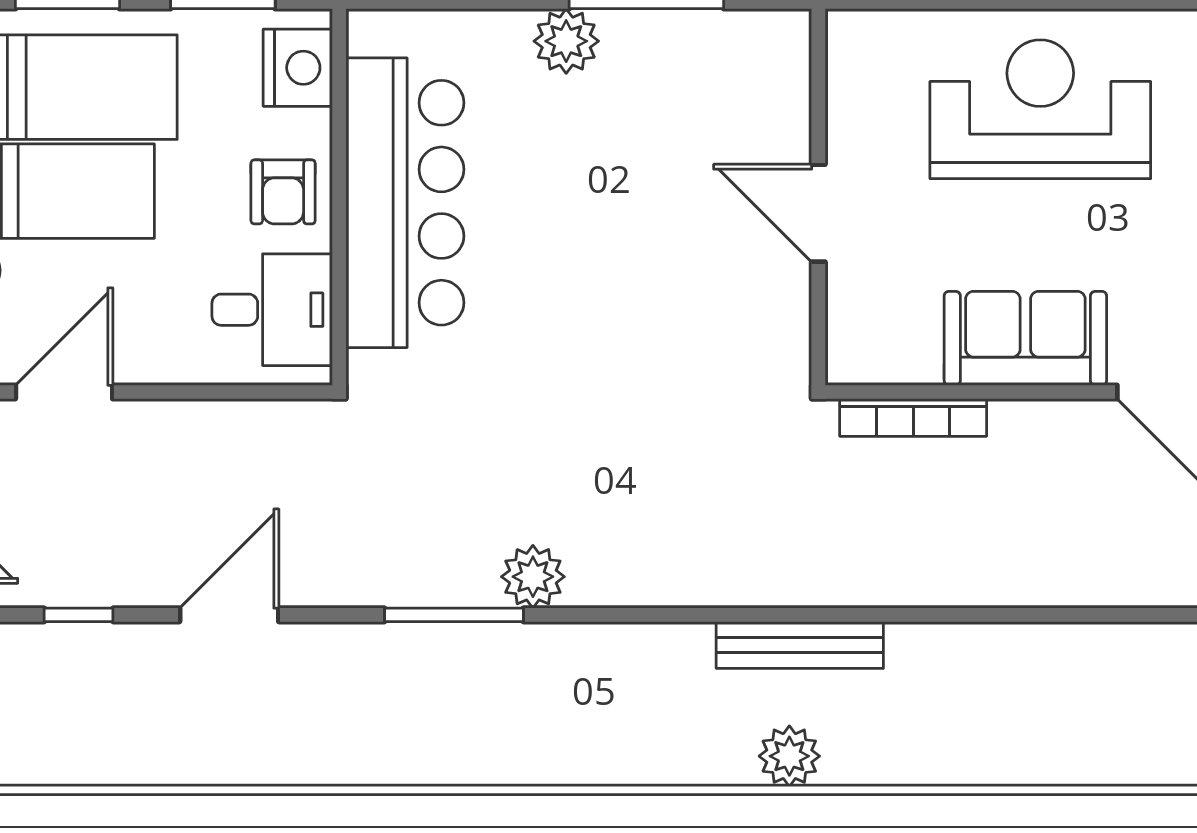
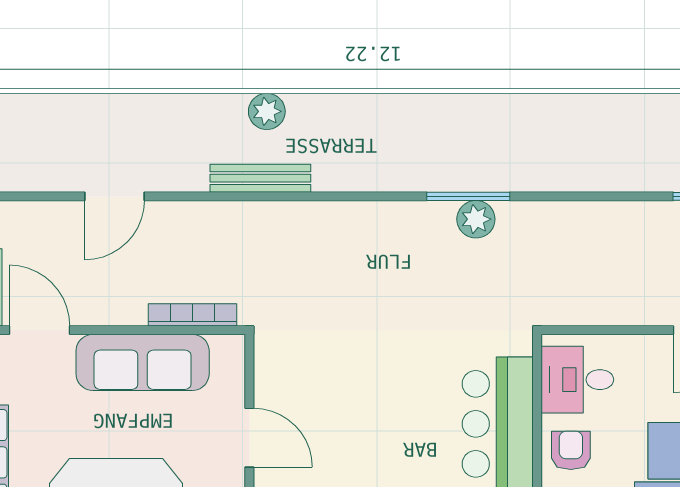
sofa: (1025, 338) -> (143, 362), width x1.36
plant: (533, 577) -> (476, 219), moved
door: (229, 615) -> (114, 196), moved

